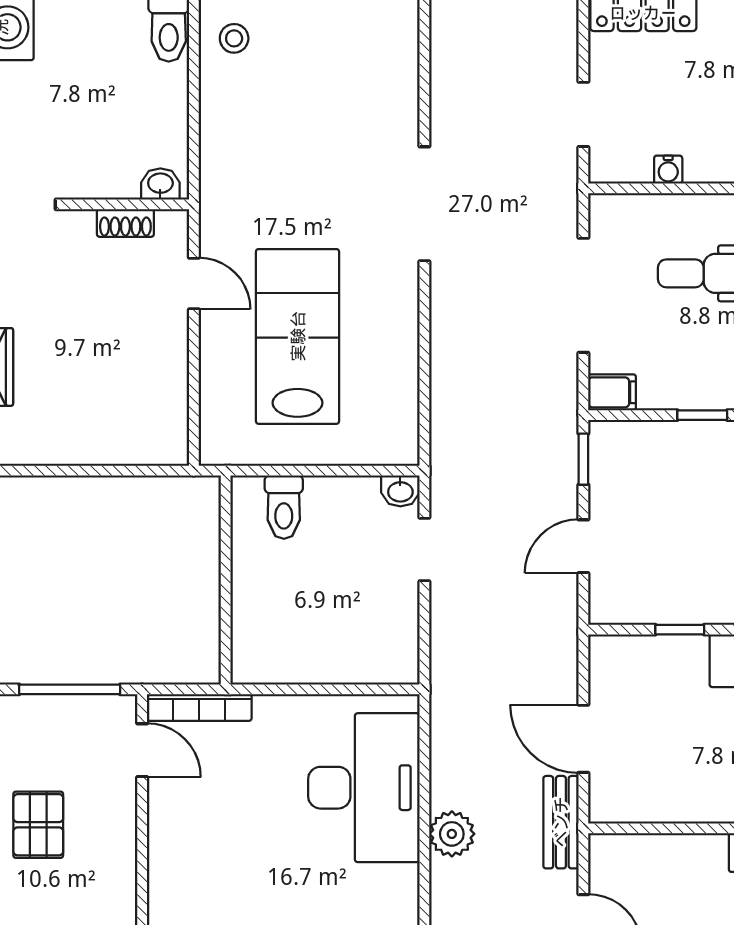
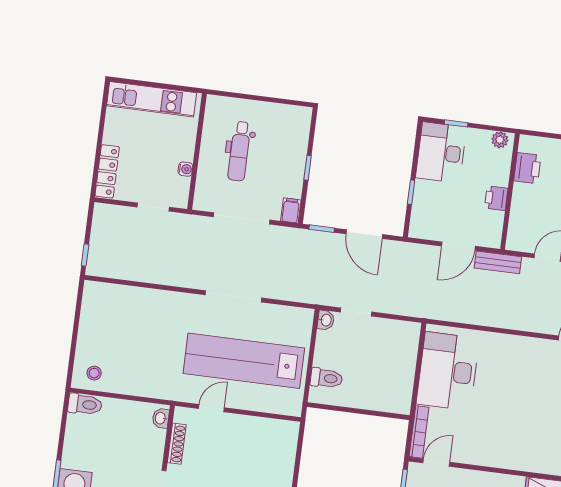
doorway: (424, 204) -> (234, 296), moved
shoe rack: (125, 223) -> (177, 444), width x1.43
lab bench: (298, 336) -> (244, 361), width x1.36
door: (583, 546) -> (364, 234), width x1.38
desk: (364, 788) -> (448, 371), moved, turned -90
printer: (690, 803) -> (496, 198), added
plant: (452, 834) -> (497, 316), removed

